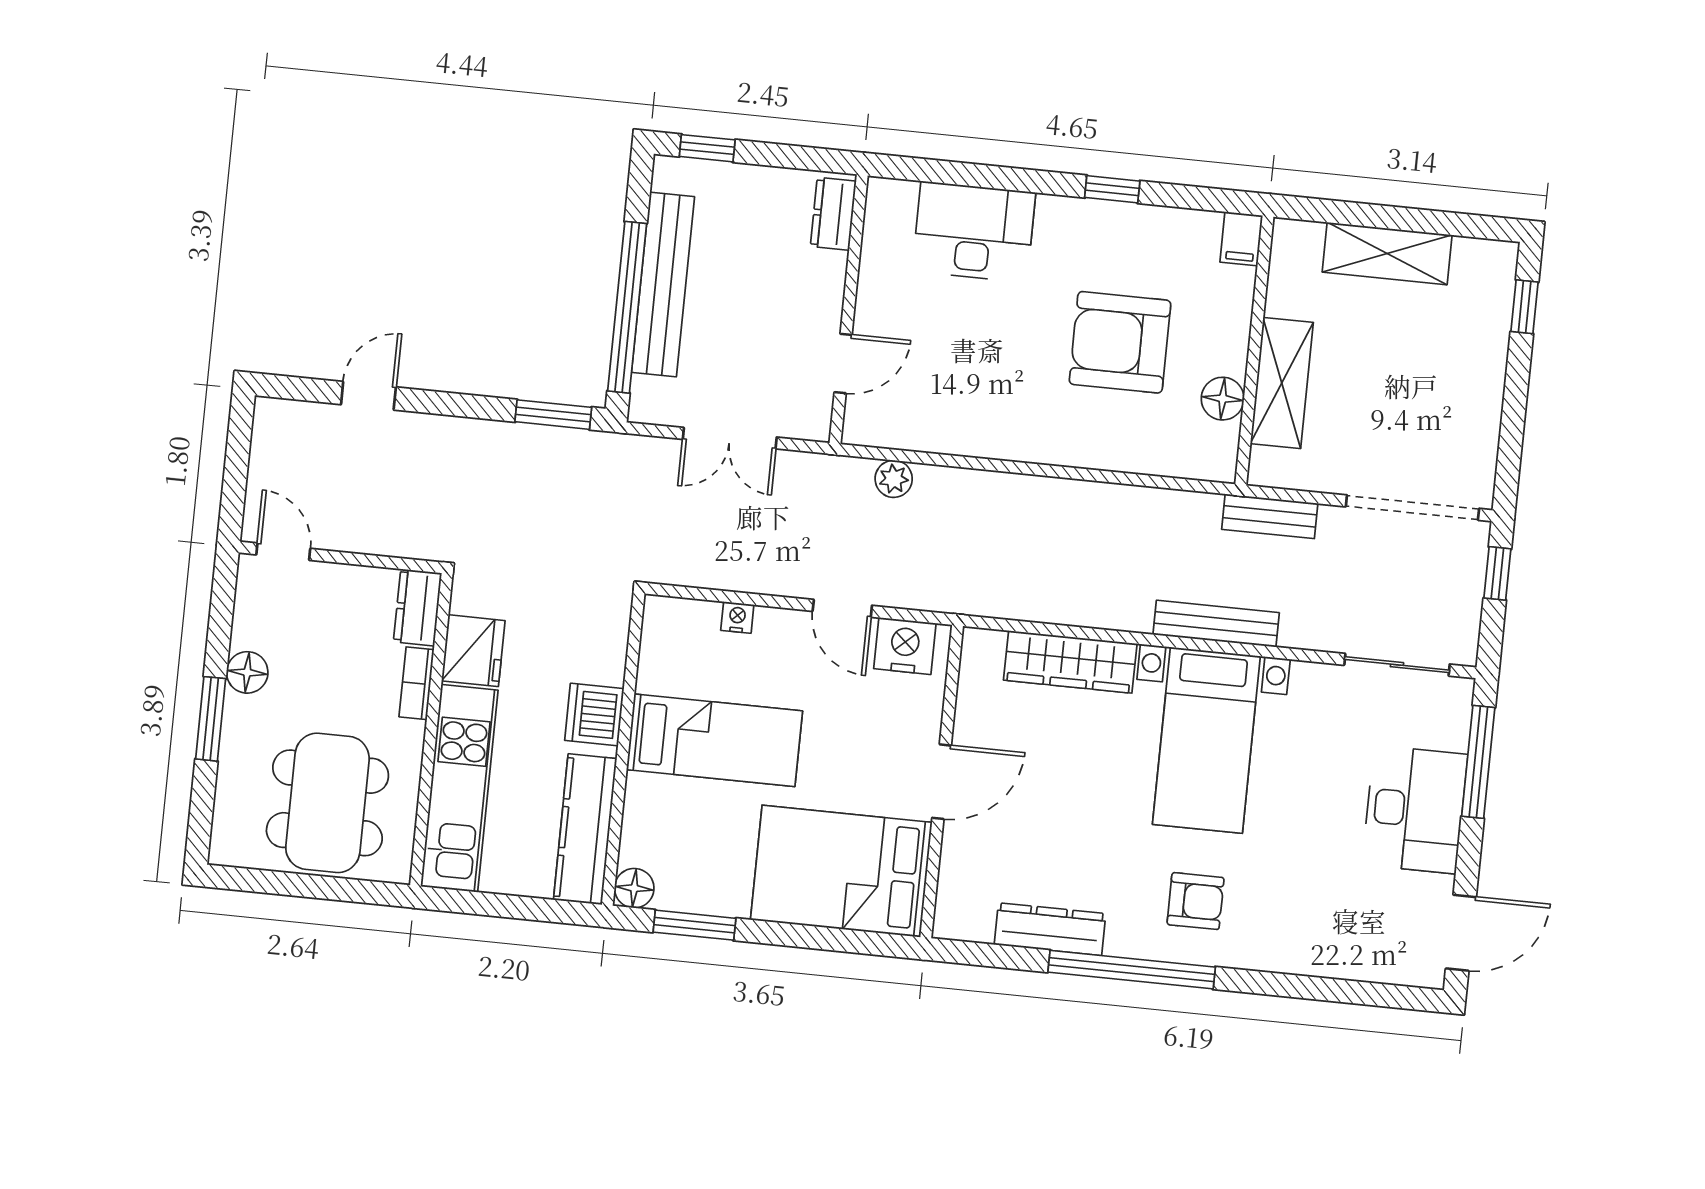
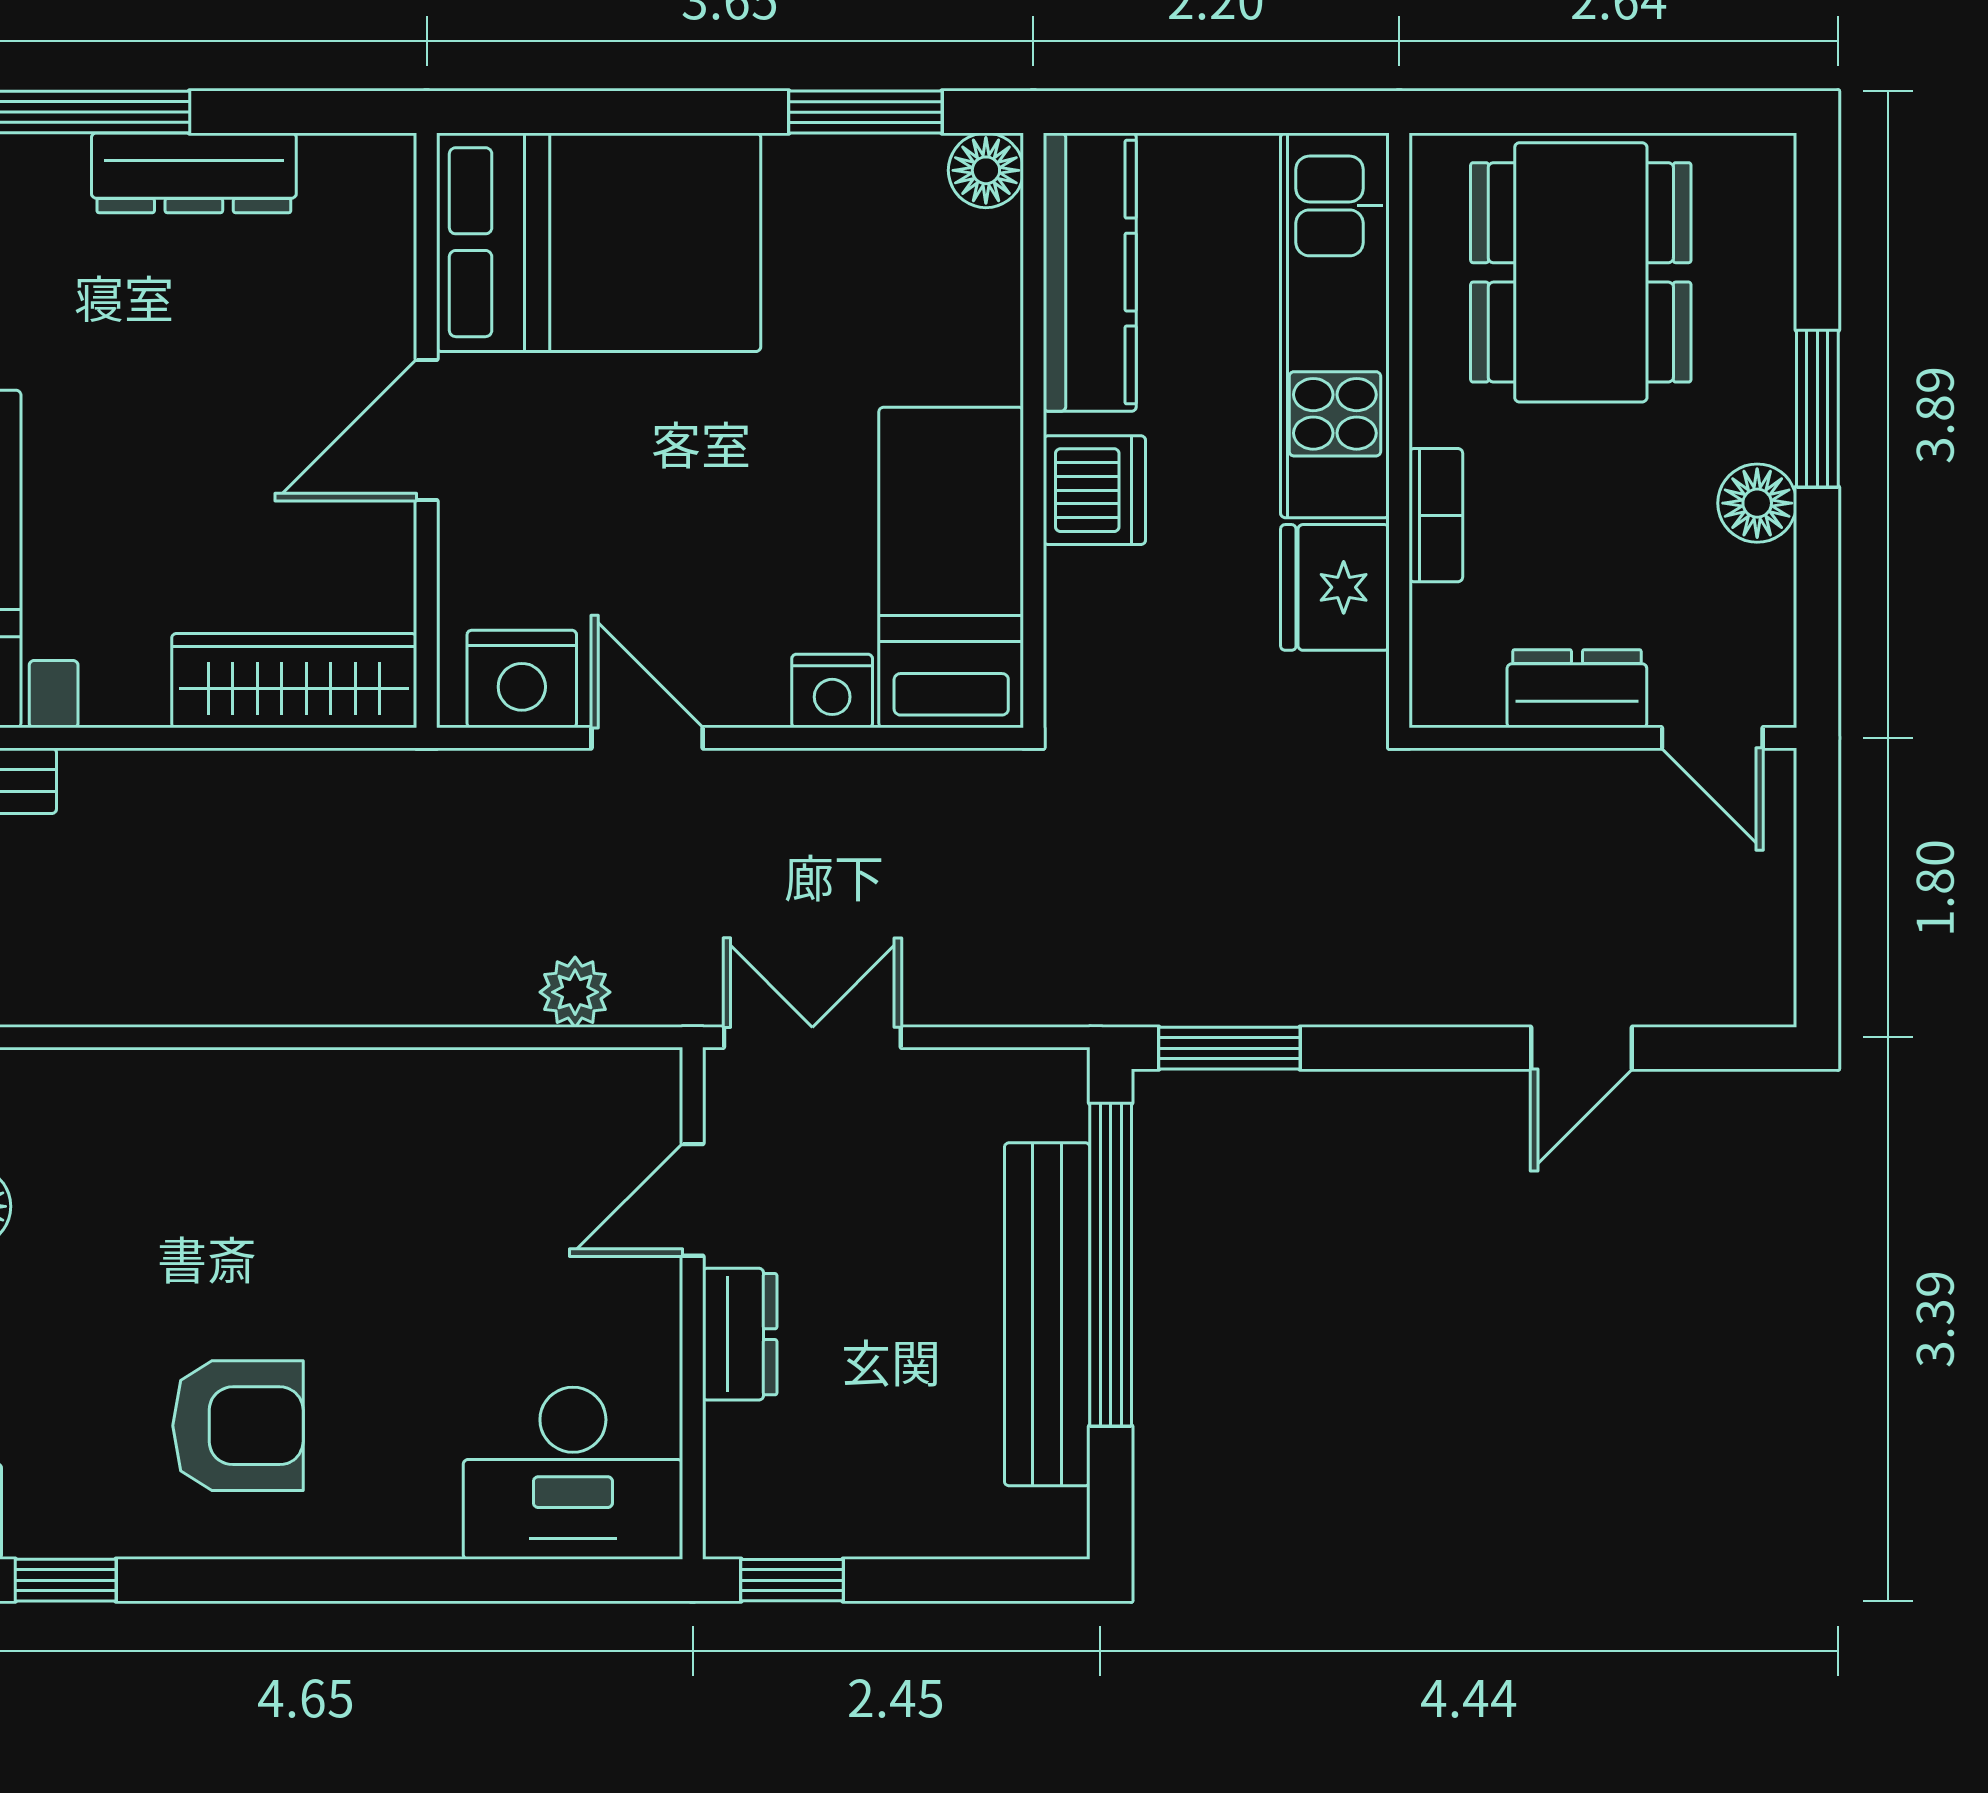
window: (707, 148) -> (792, 1580), moved
window: (1112, 189) -> (66, 1580), moved
dresser: (833, 214) -> (740, 1334), moved
desk: (974, 232) -> (573, 1473), moved
armchair: (1120, 342) -> (238, 1426), moved, width x0.73, depth x0.73
double door: (730, 438) -> (812, 1037), moved
dresser: (418, 607) -> (1577, 689), moved, turned -90
nightstand: (737, 617) -> (832, 691), width x1.39, depth x1.35
wardrobe: (1070, 662) -> (294, 681), moved
bed: (714, 740) -> (951, 568), moved, turned 90

